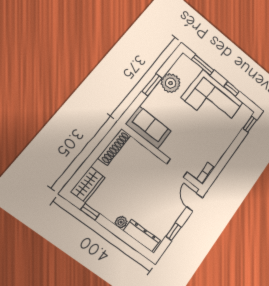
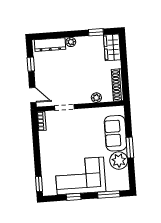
sofa: (148, 127) -> (115, 133), moved, turned 90
plant: (143, 152) -> (96, 98), added

